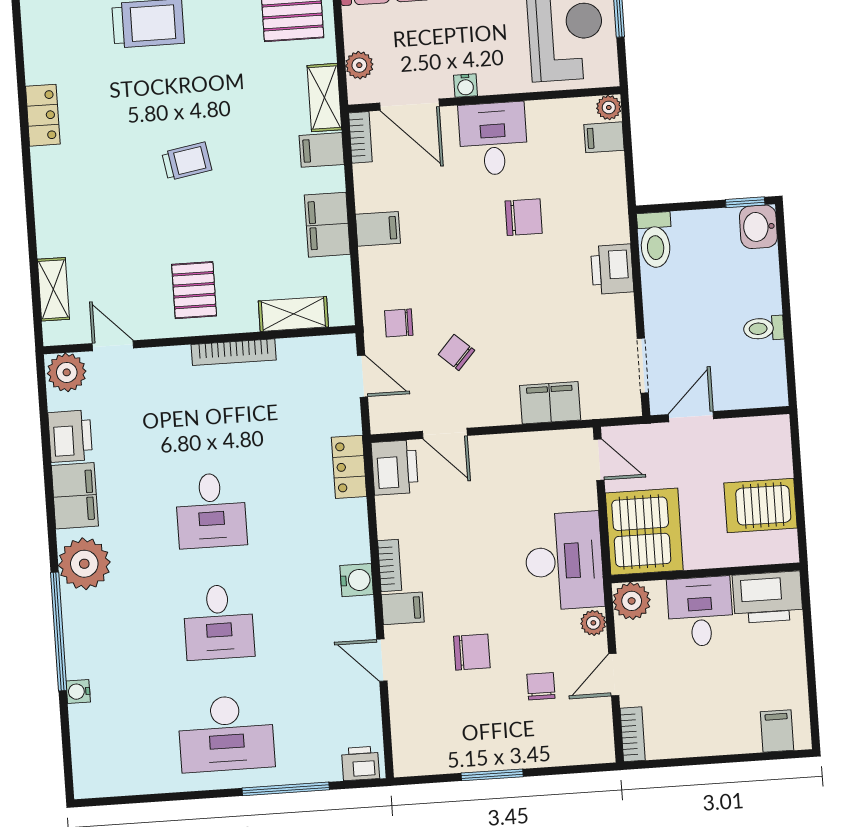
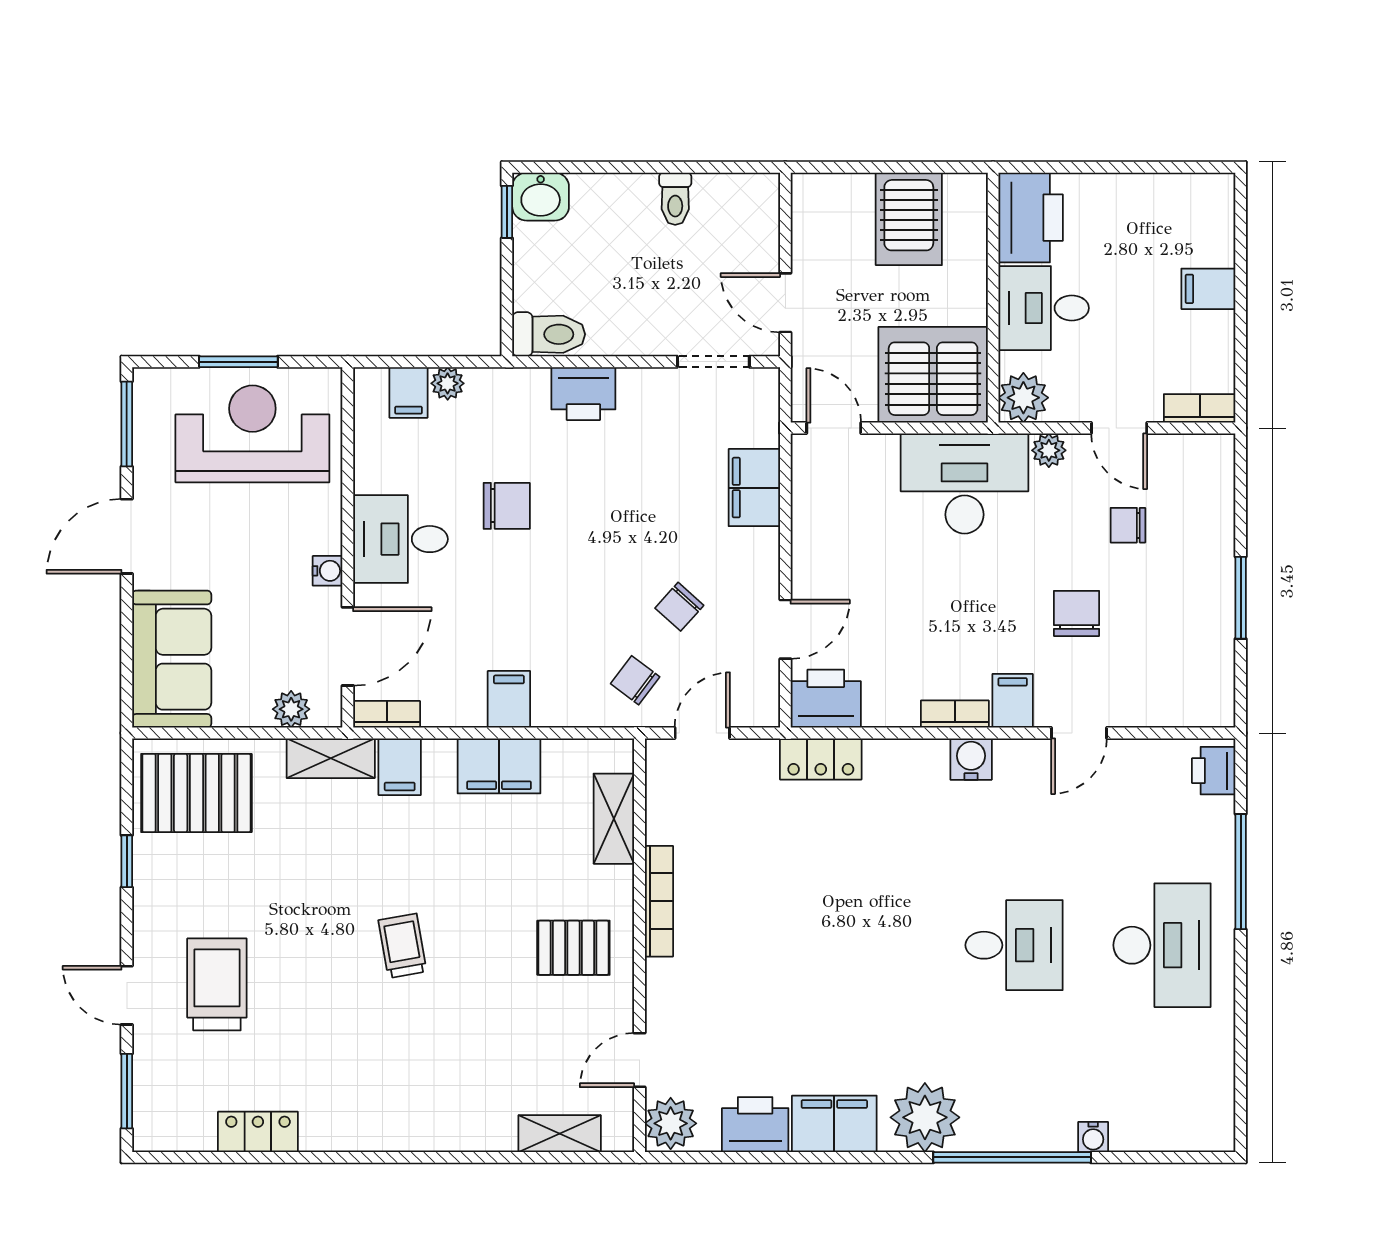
plant: (609, 107) -> (448, 383), moved
locker: (43, 115) -> (258, 1132), moved
chair: (524, 217) -> (507, 506), turned 90
chair: (399, 323) -> (635, 680), turned 127
door: (599, 460) -> (834, 428), hinge flipped
desk: (211, 510) -> (866, 945), removed
filing cabinet: (777, 731) -> (1208, 289), moved

